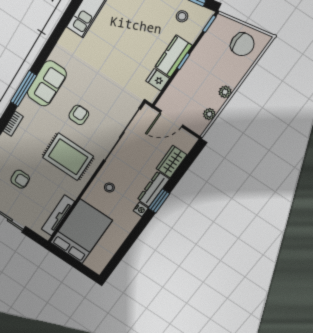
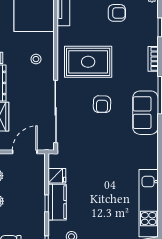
armchair: (20, 179) -> (117, 13), turned 180

